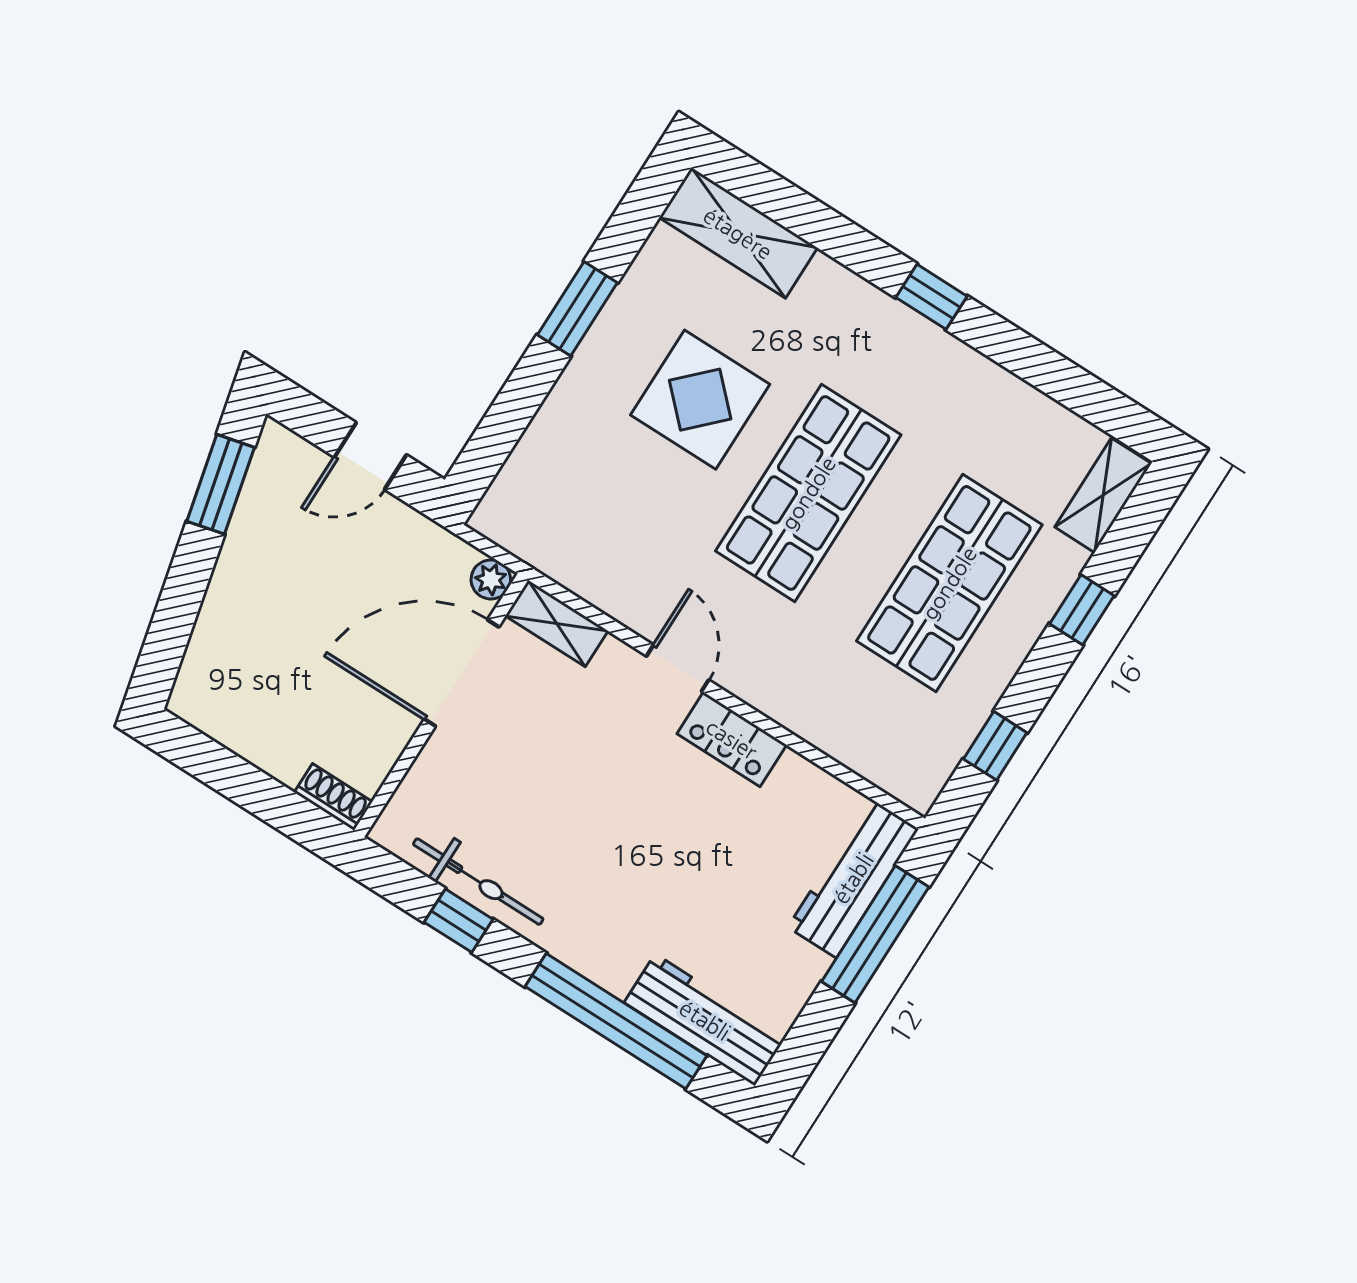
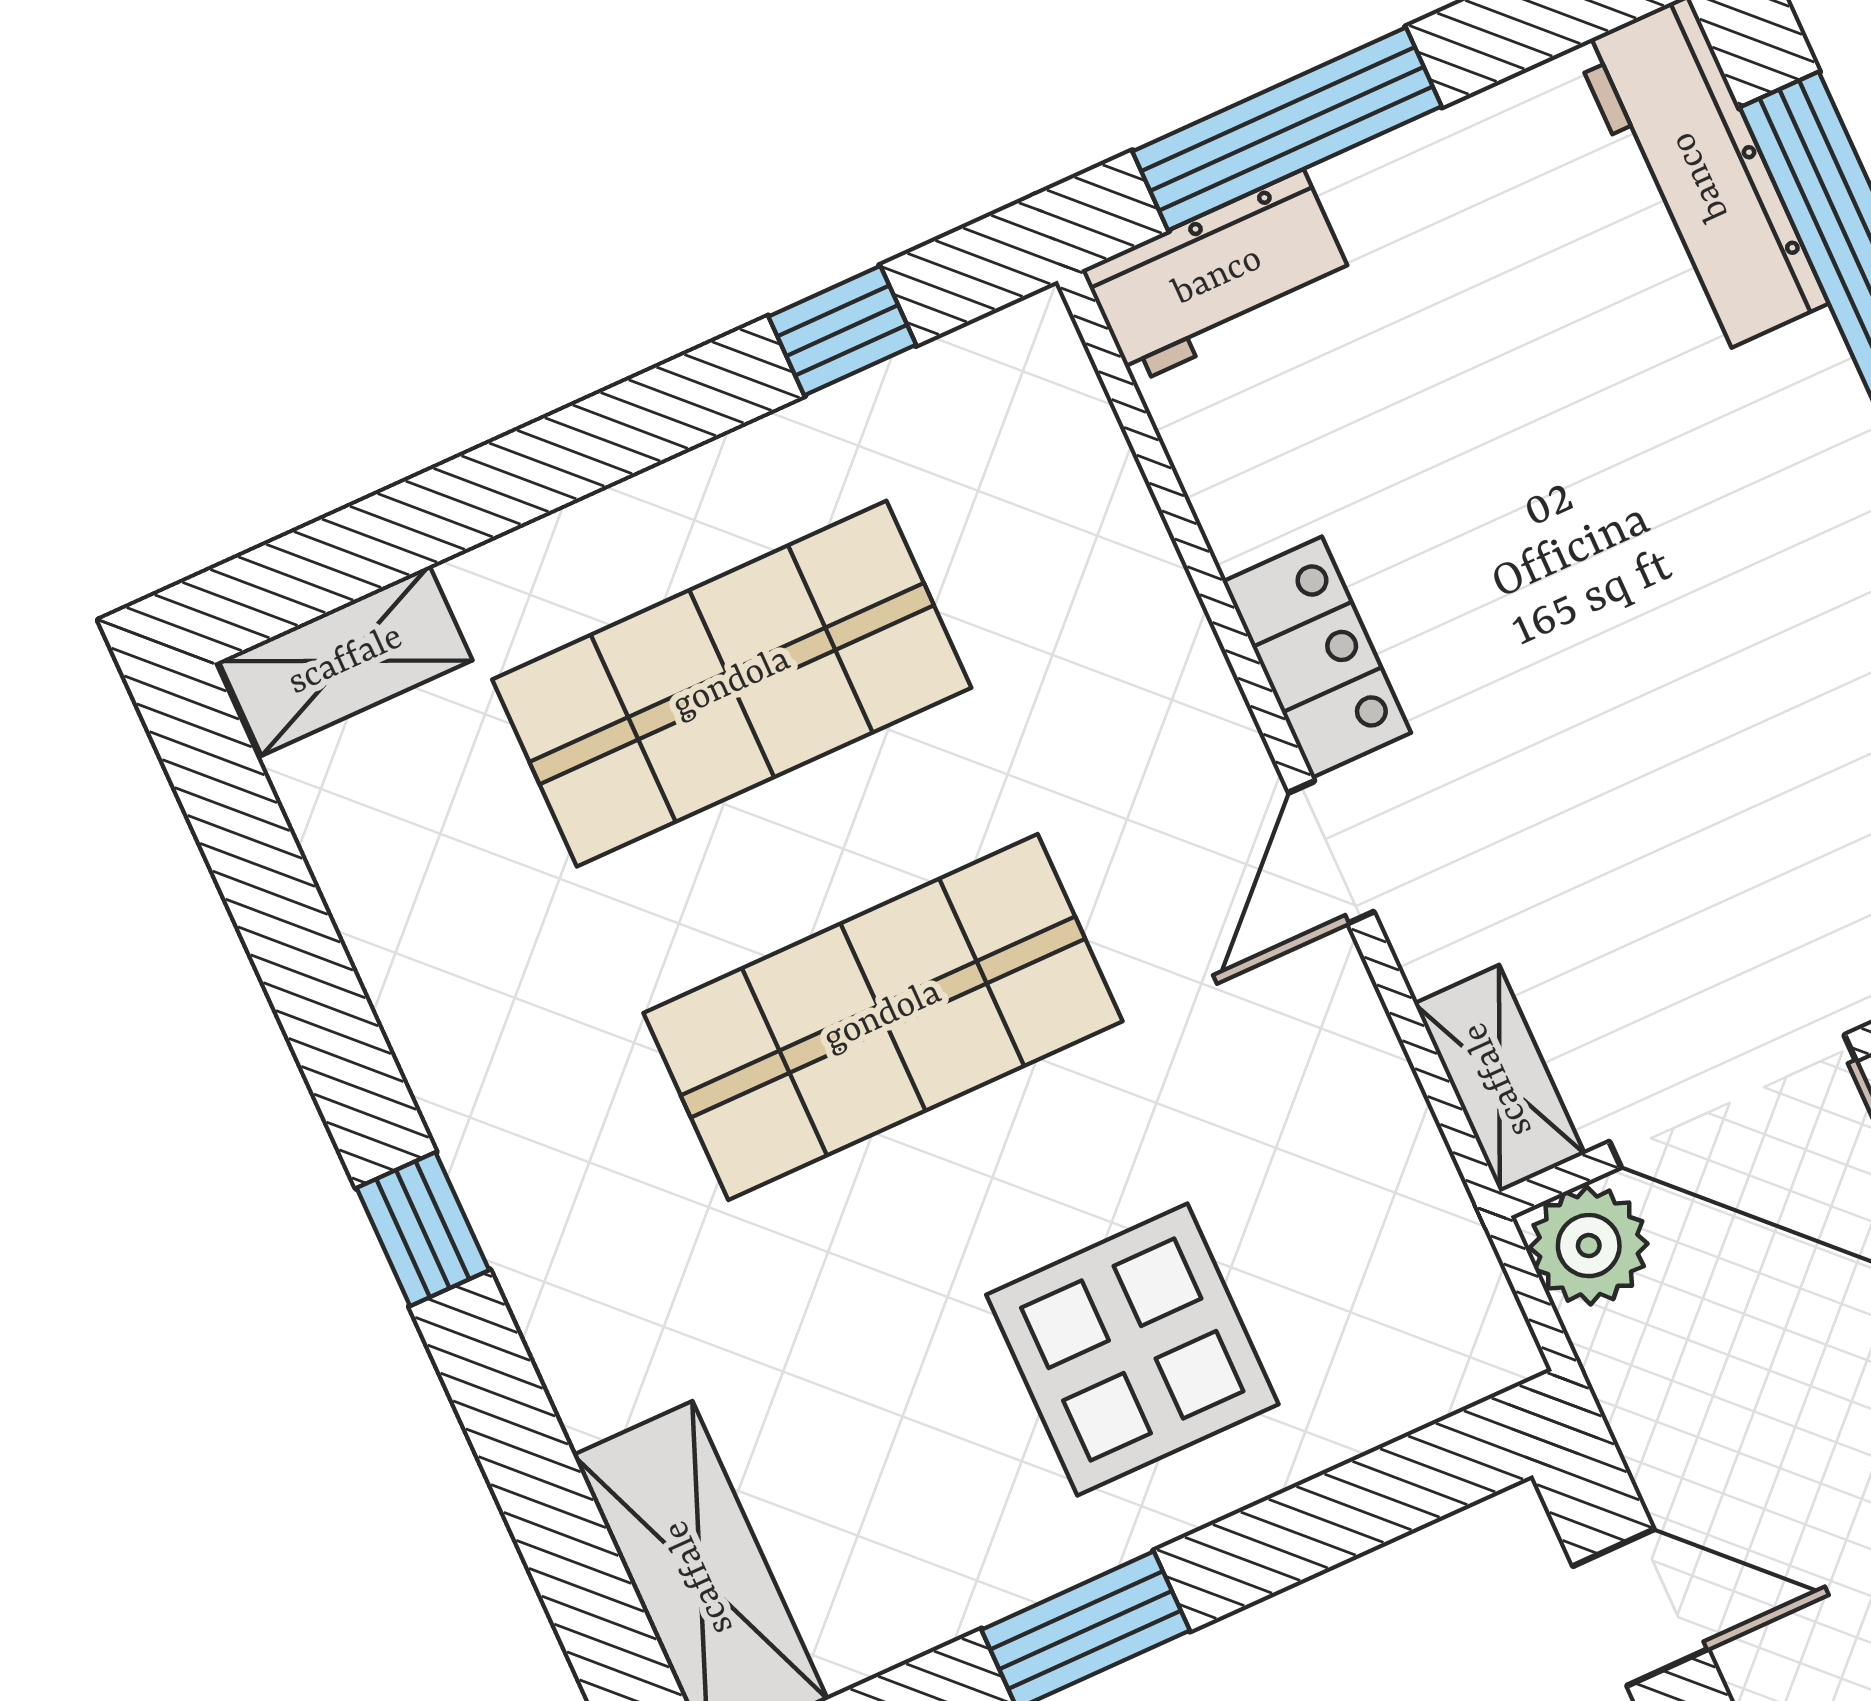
display table: (700, 400) -> (1132, 1350), moved
plant: (491, 579) -> (1589, 1246), width x1.38, depth x1.38
window: (1082, 610) -> (521, 476), removed
workbench: (853, 878) -> (1218, 277), width x0.73

